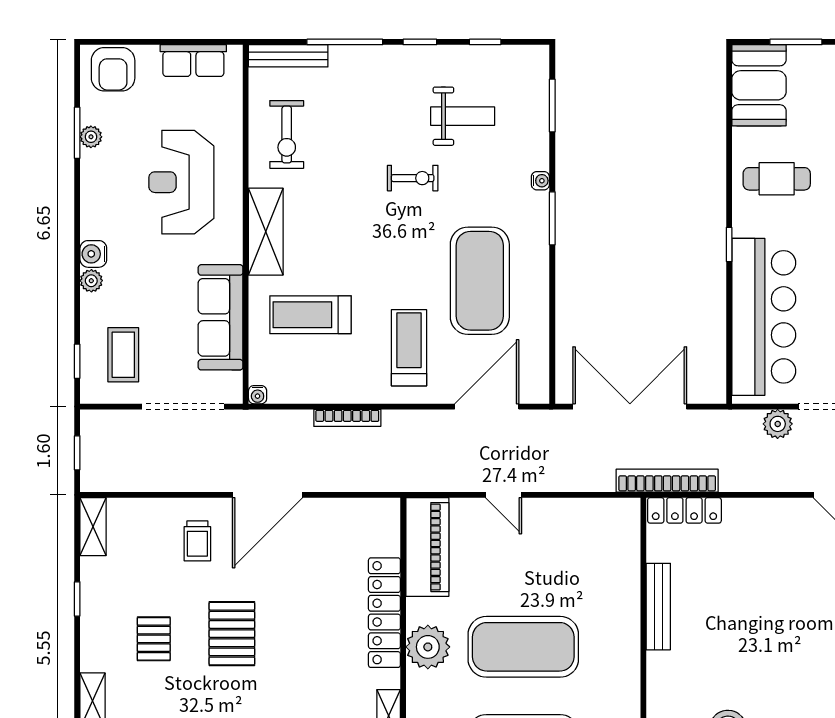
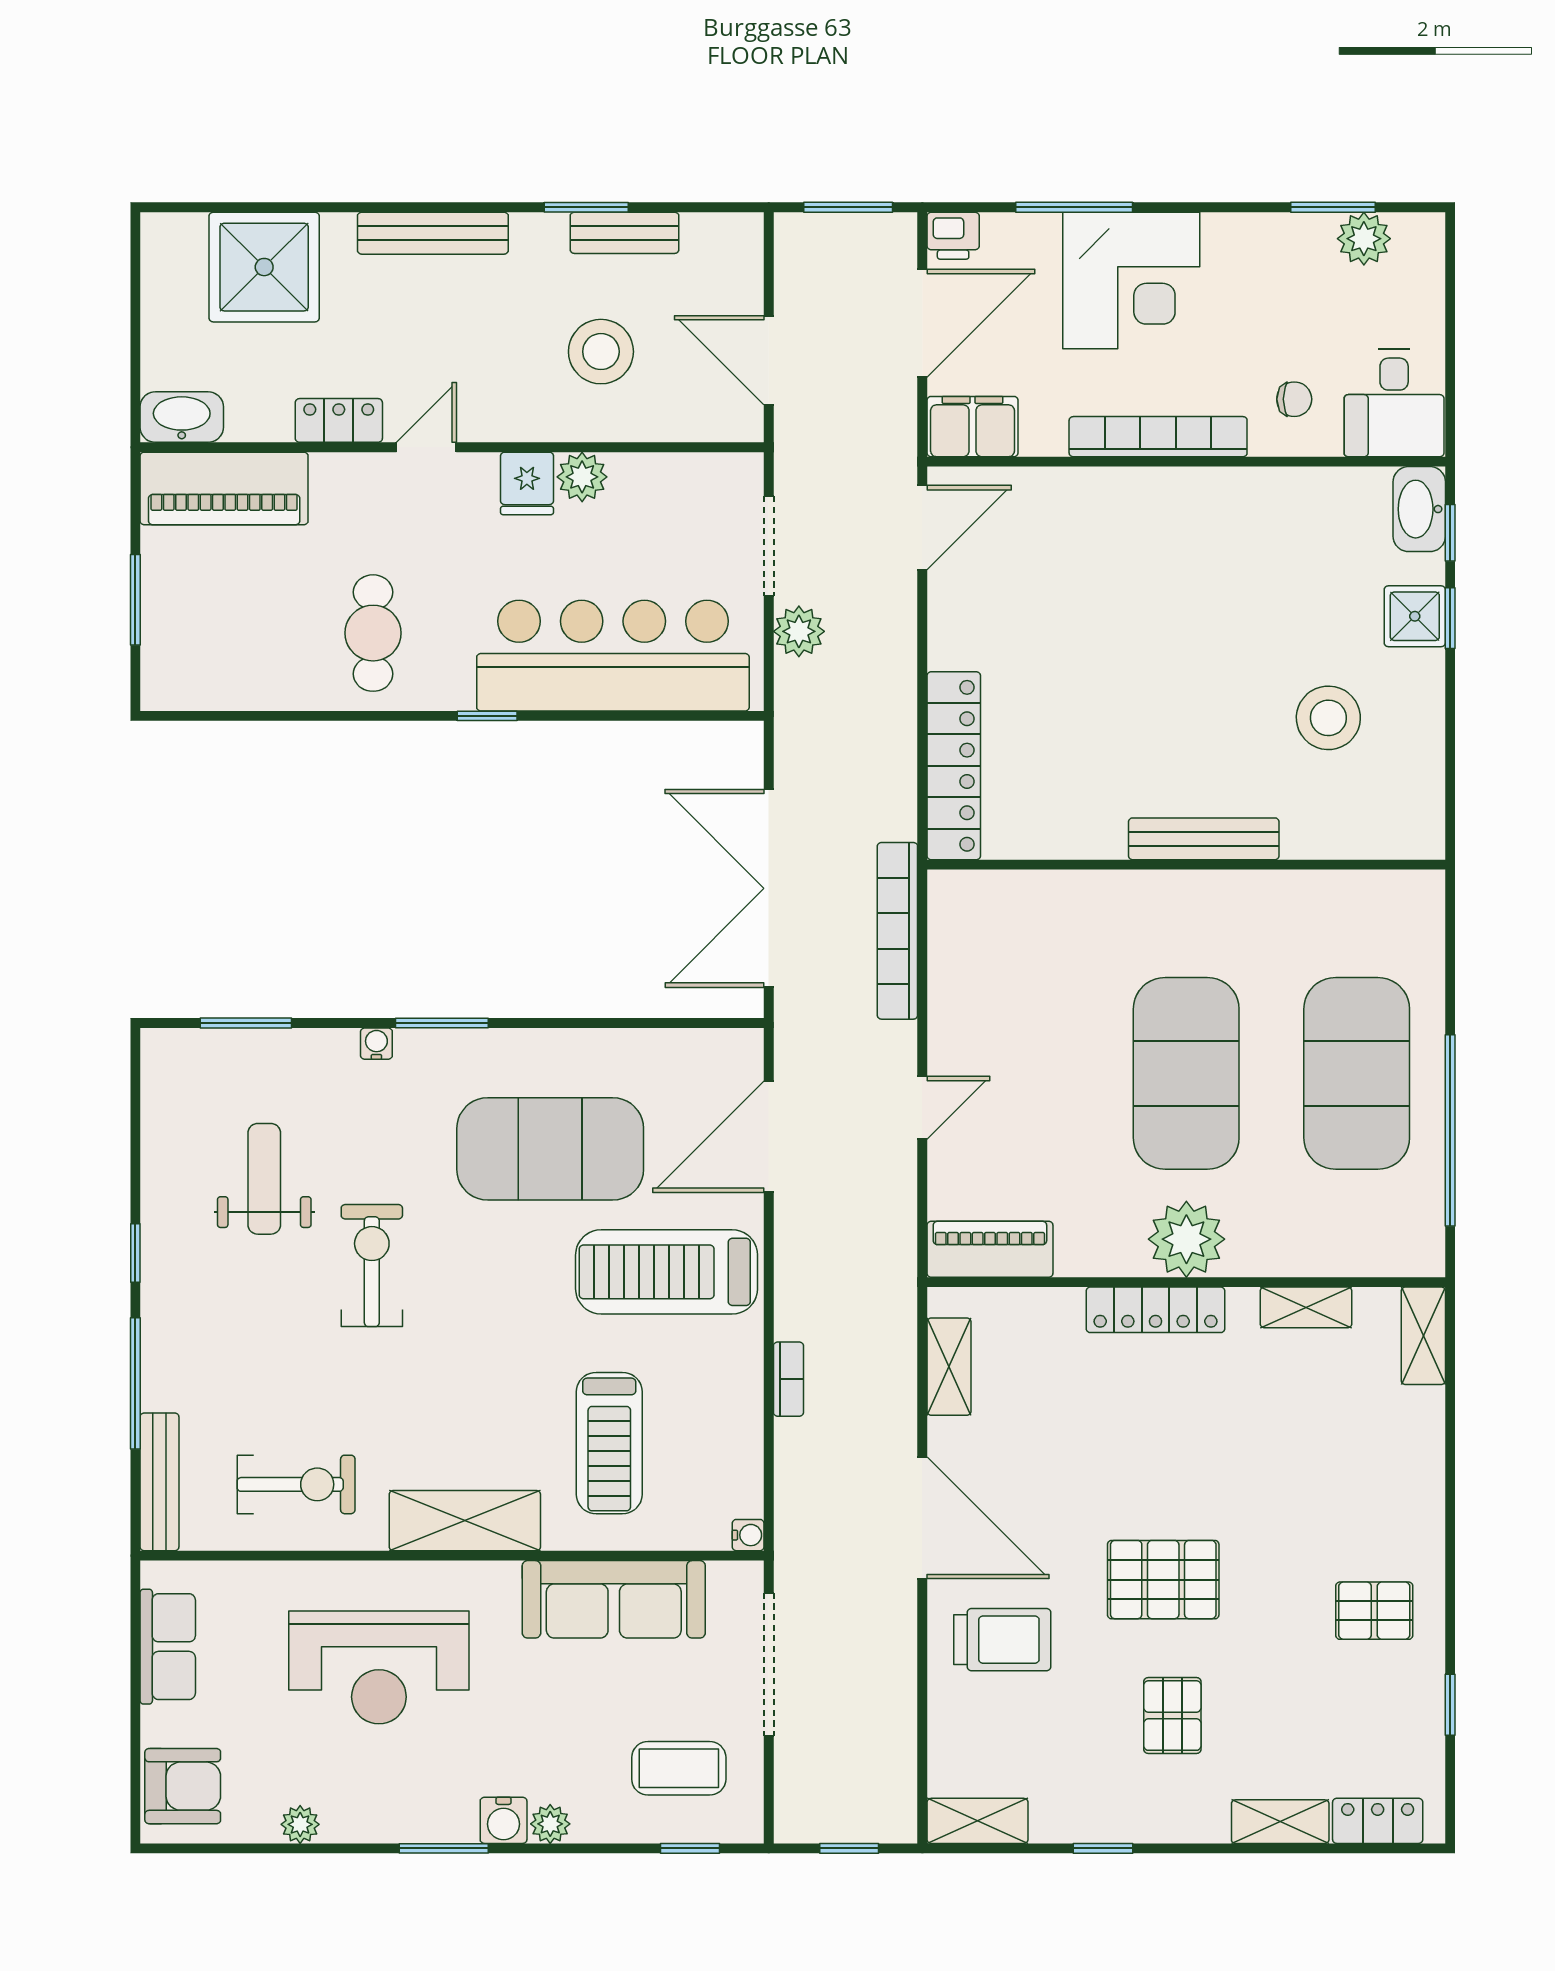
window: (485, 42) -> (135, 1140), removed
booth: (759, 85) -> (211, 664), removed
window: (77, 133) -> (444, 1848), moved
exercise bike: (413, 178) -> (372, 1266), width x1.38, depth x1.39
treadmill: (409, 348) -> (667, 1272), width x1.37, depth x1.38
door: (487, 407) -> (769, 1137), hinge flipped
bookcase: (347, 418) -> (788, 1379), width x0.64
bookcase: (667, 481) -> (897, 931), moved
shelving: (355, 510) -> (949, 1367), added
locker: (684, 510) -> (954, 766), width x1.41, depth x1.21
trolley: (197, 541) -> (1002, 1640), width x1.36, depth x1.39
piano: (427, 547) -> (990, 1249), width x0.73, depth x0.75
bench: (658, 607) -> (1204, 839), moved
locker: (384, 613) -> (1155, 1310), width x0.71, depth x0.83
pallet: (154, 639) -> (1172, 1716), turned 90

